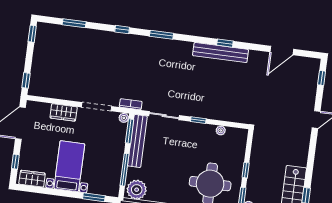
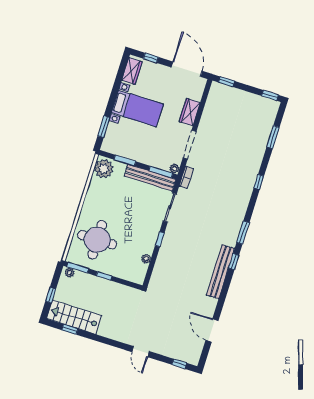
window: (162, 35) -> (243, 233), moved
window: (225, 43) -> (234, 262), moved
window: (125, 170) -> (125, 161), width x0.69

